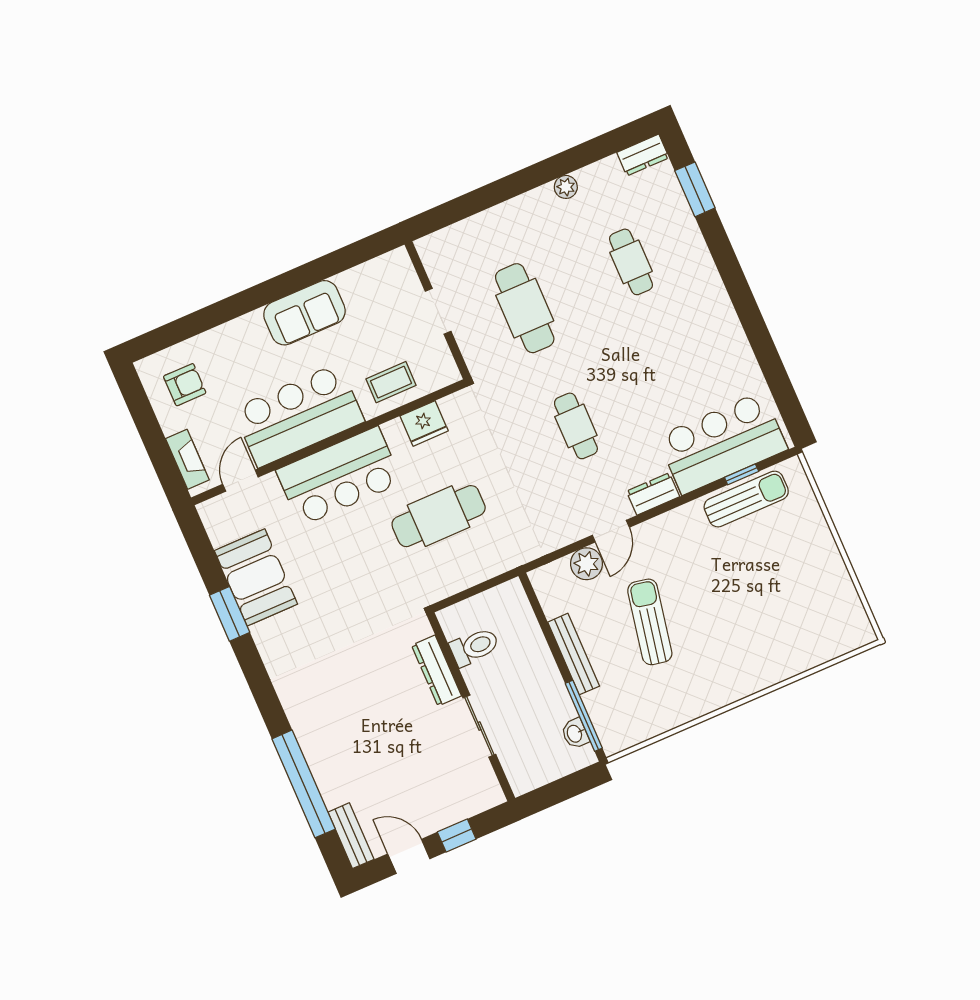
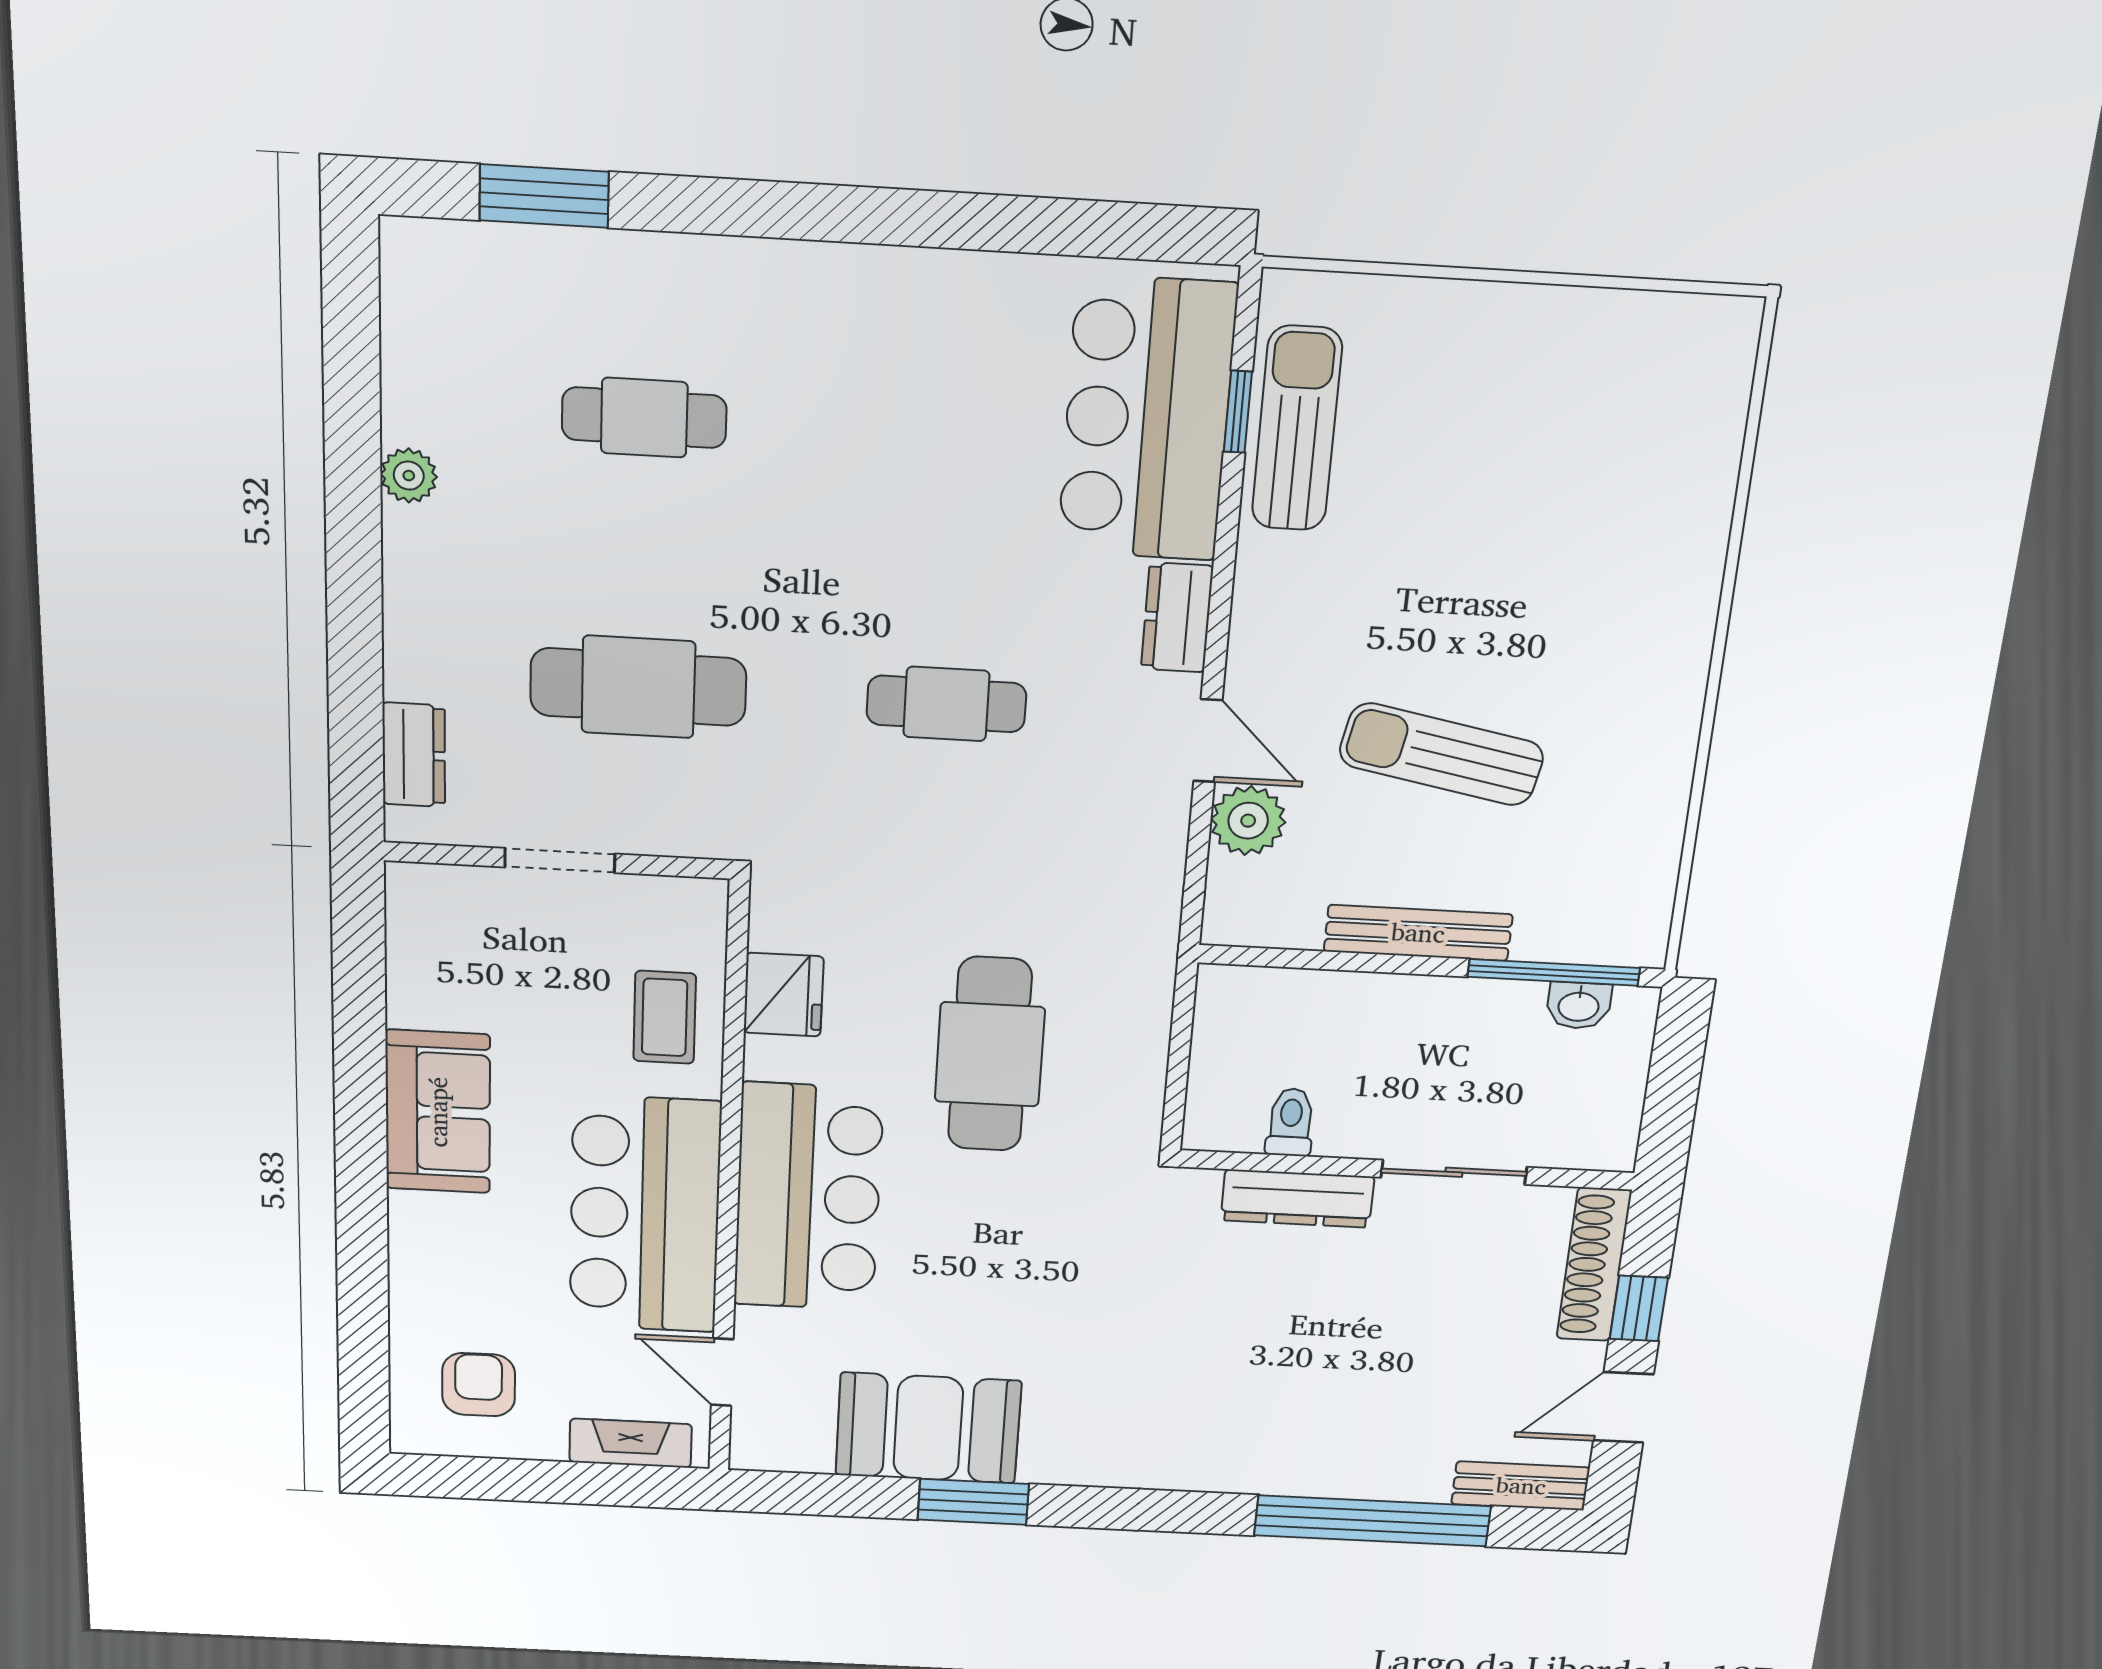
dresser: (643, 155) -> (414, 755), moved
toilet: (474, 647) -> (1290, 1122), width x0.73, depth x0.72
shoe rack: (467, 806) -> (1594, 1265), added

